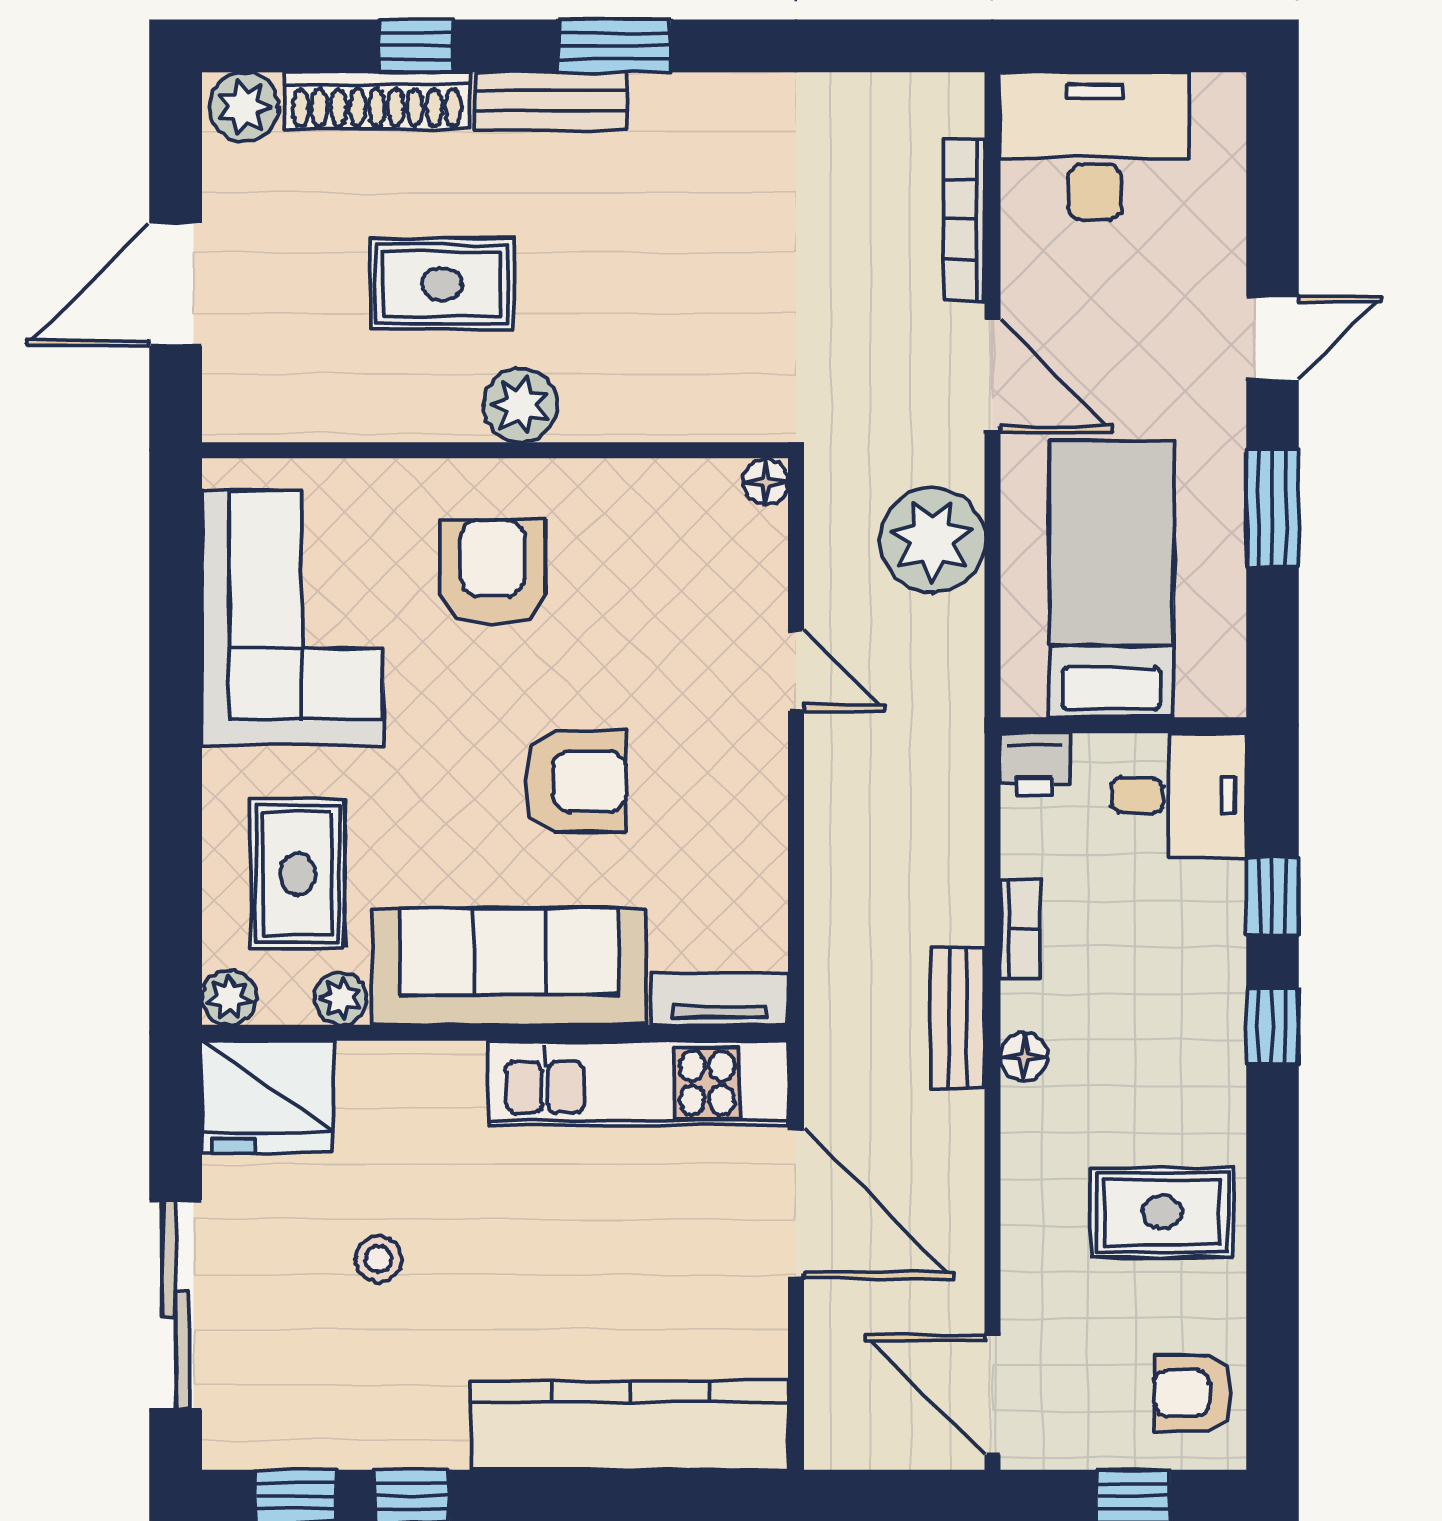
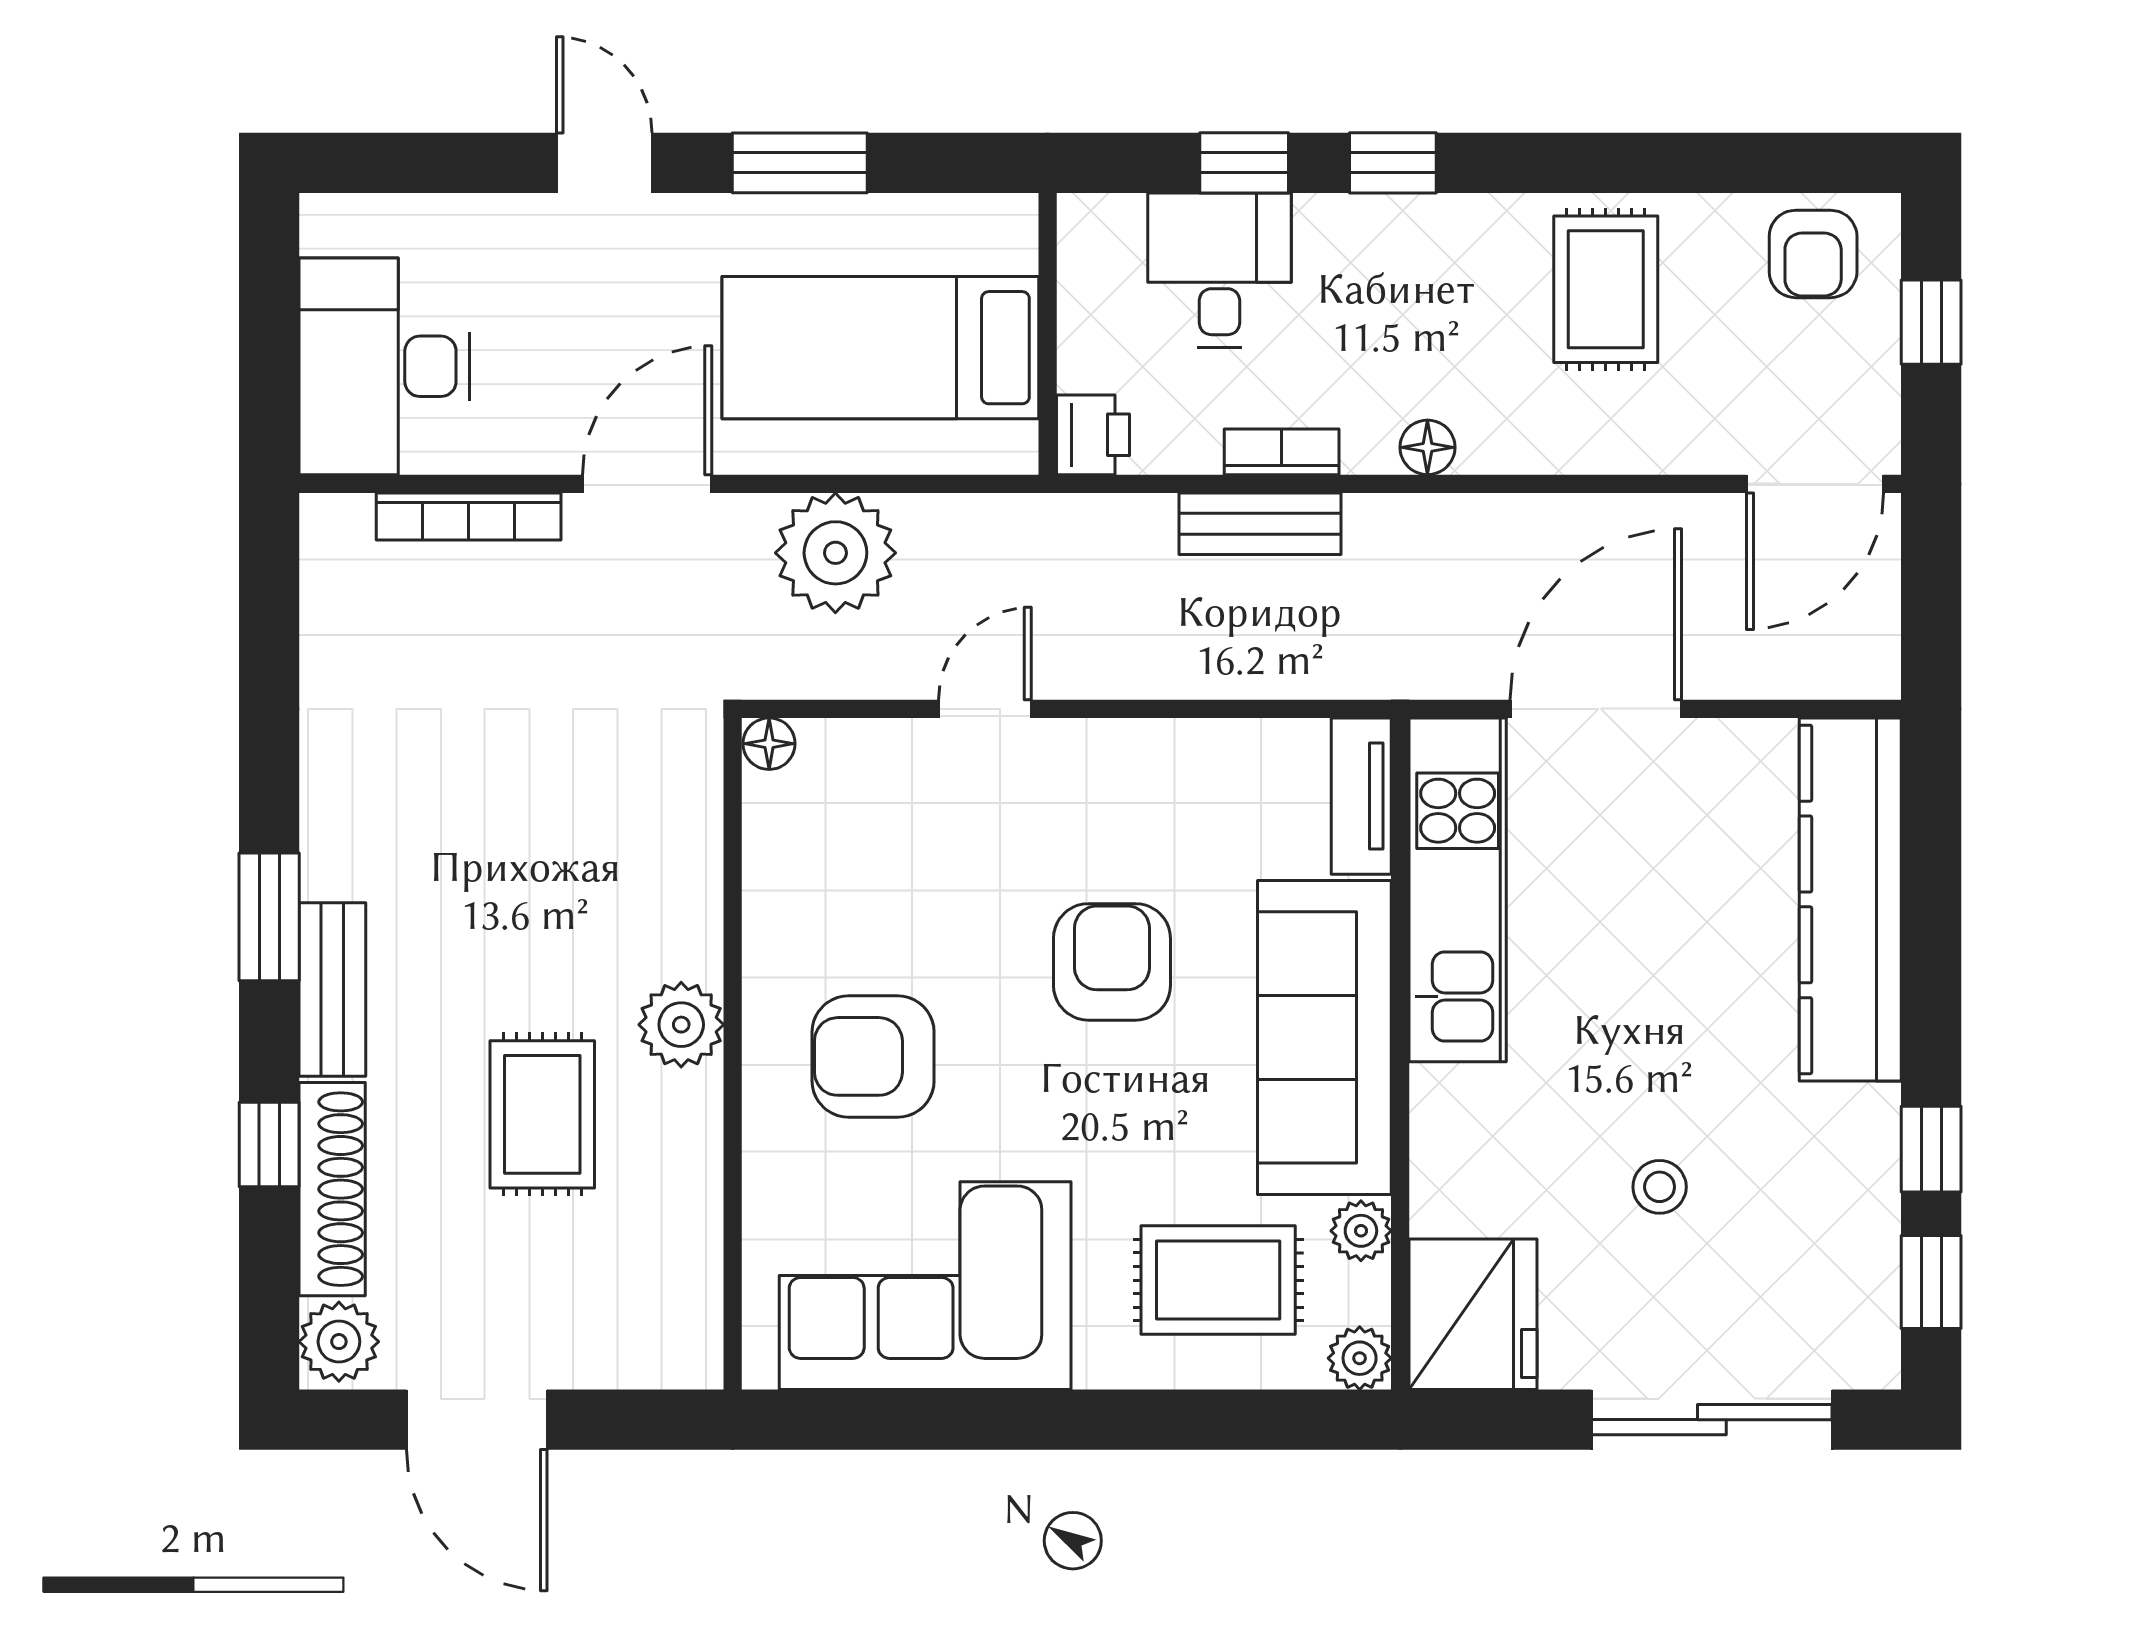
door: (176, 284) -> (477, 1420), moved
desk: (1179, 796) -> (1219, 270), moved
bench: (958, 1018) -> (1260, 524), moved

